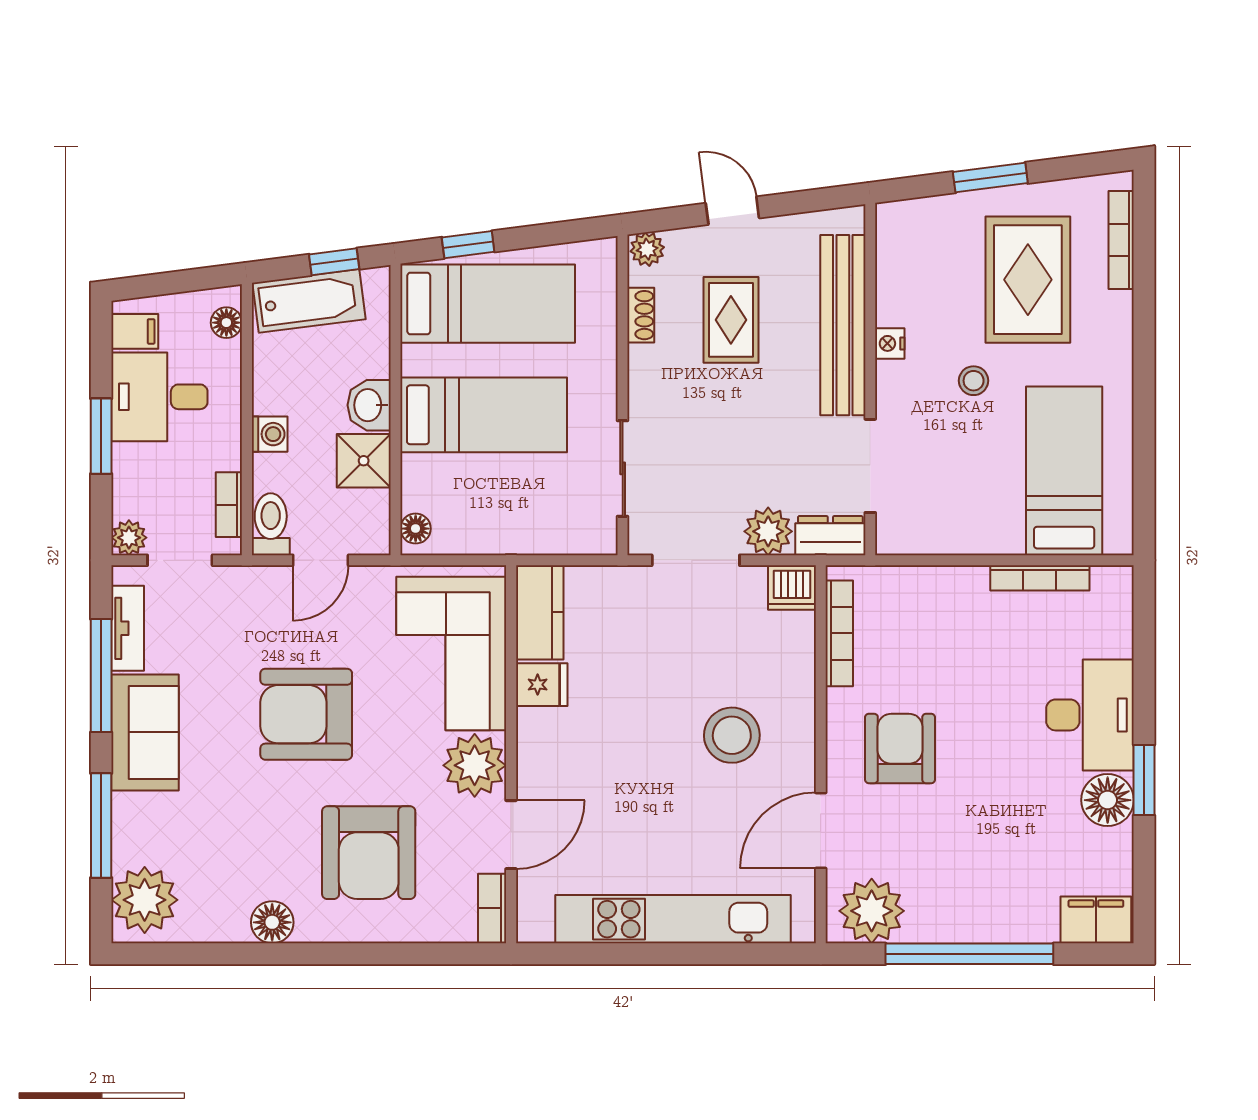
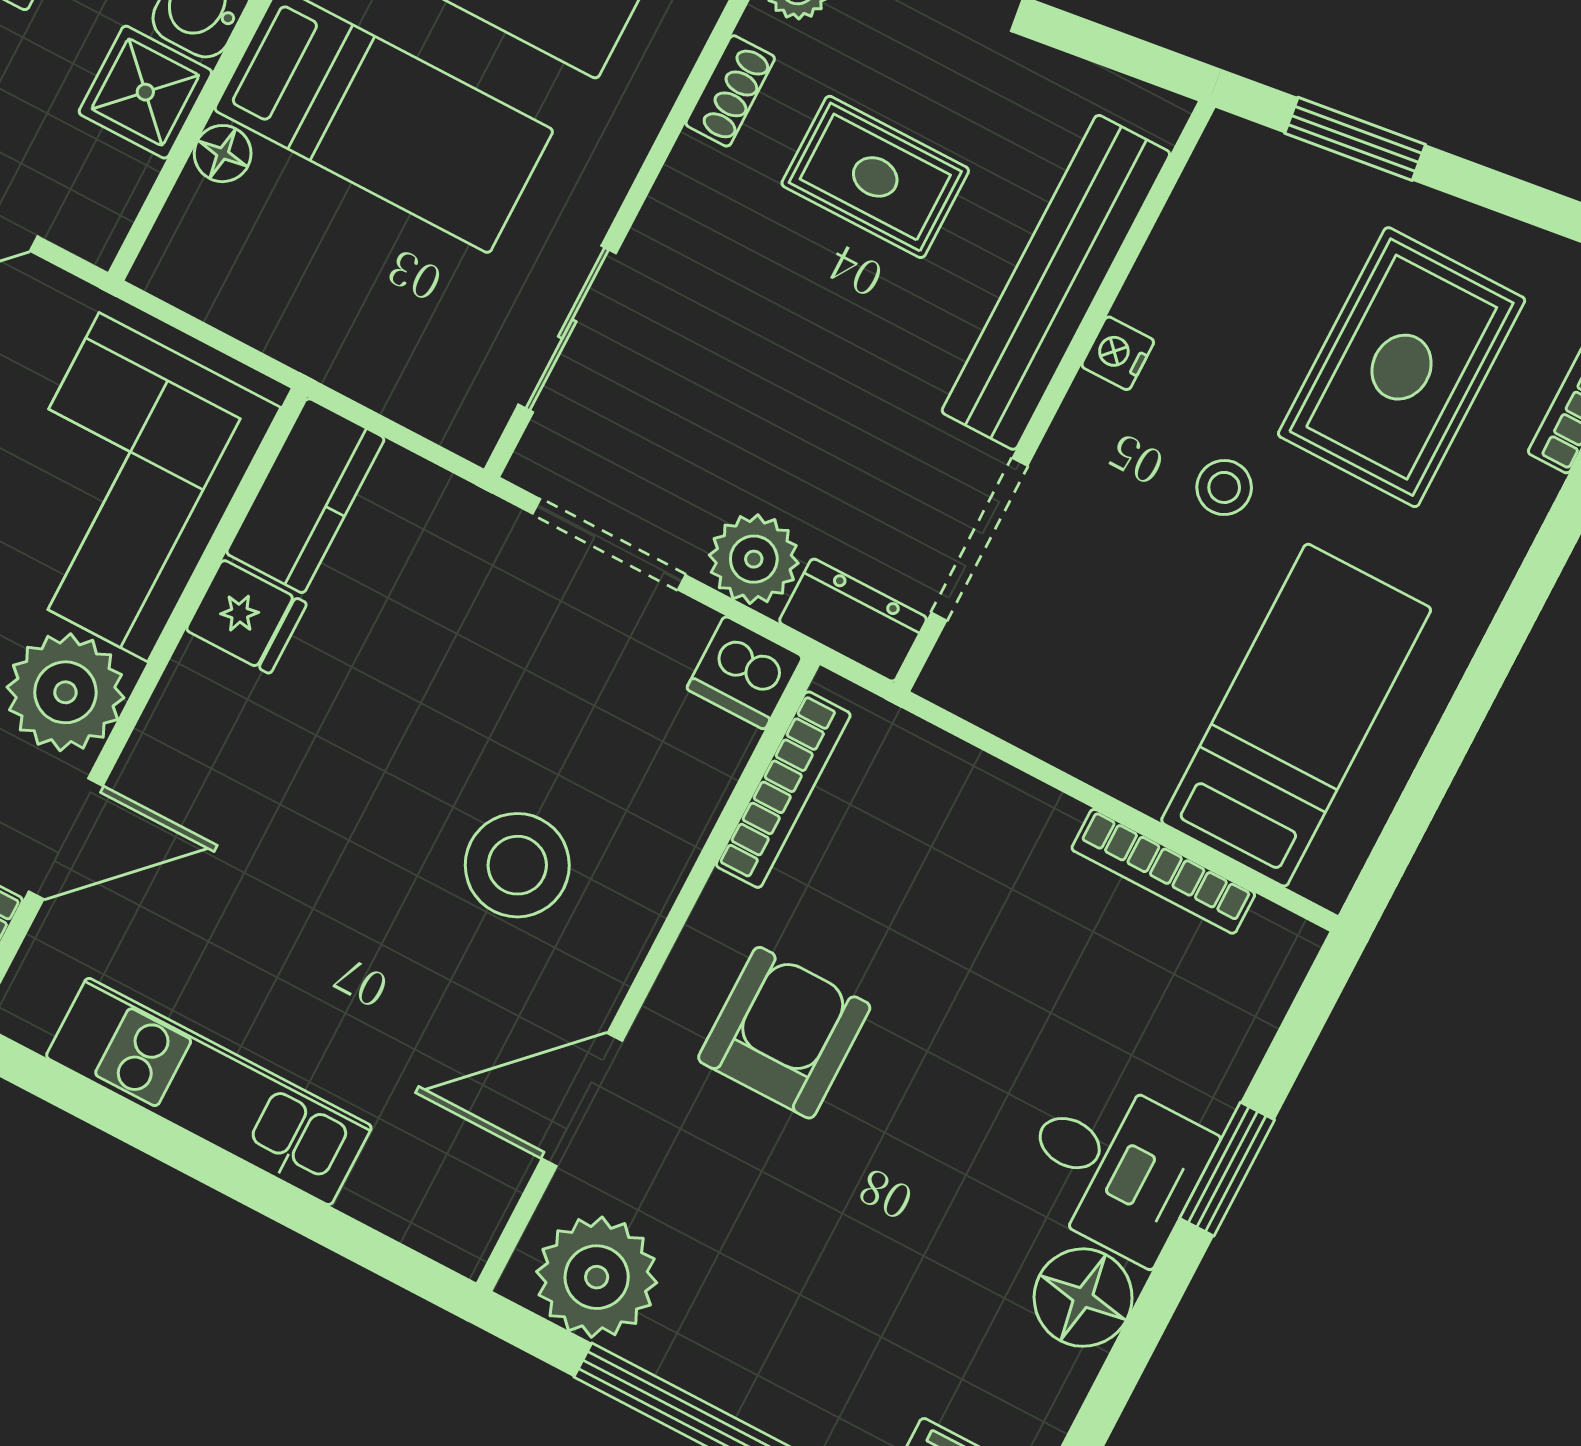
window: (990, 178) -> (1355, 139), moved
rug: (731, 320) -> (875, 177), turned 90
floor lamp: (416, 529) -> (223, 154), moved
desk: (1090, 715) -> (1115, 1167), width x0.73
window: (1144, 780) -> (1227, 1169), moved
kitchen unit: (673, 919) -> (209, 1092), width x0.73

